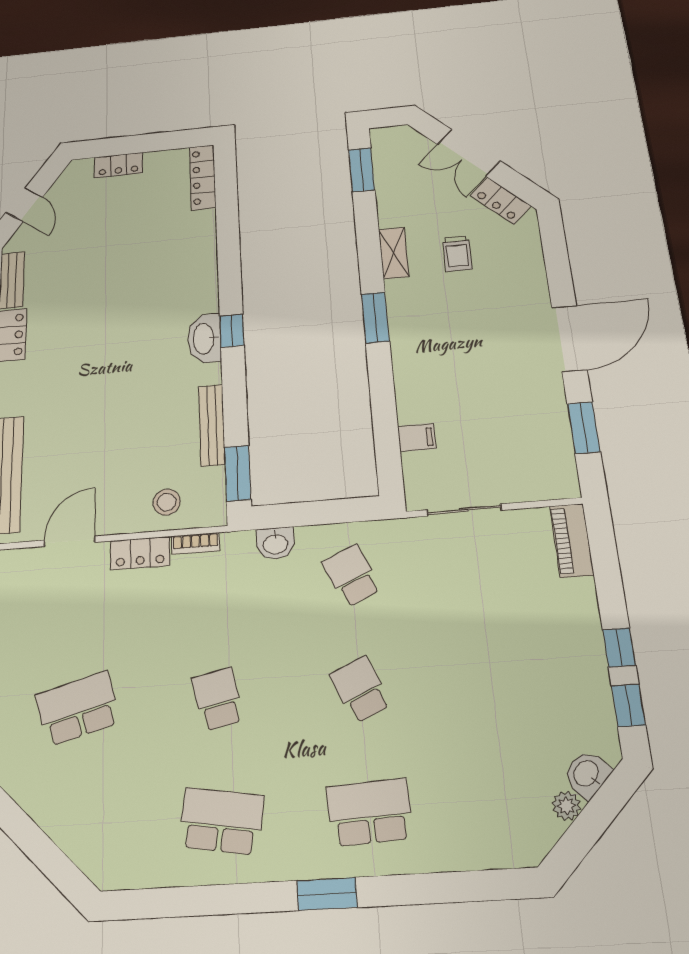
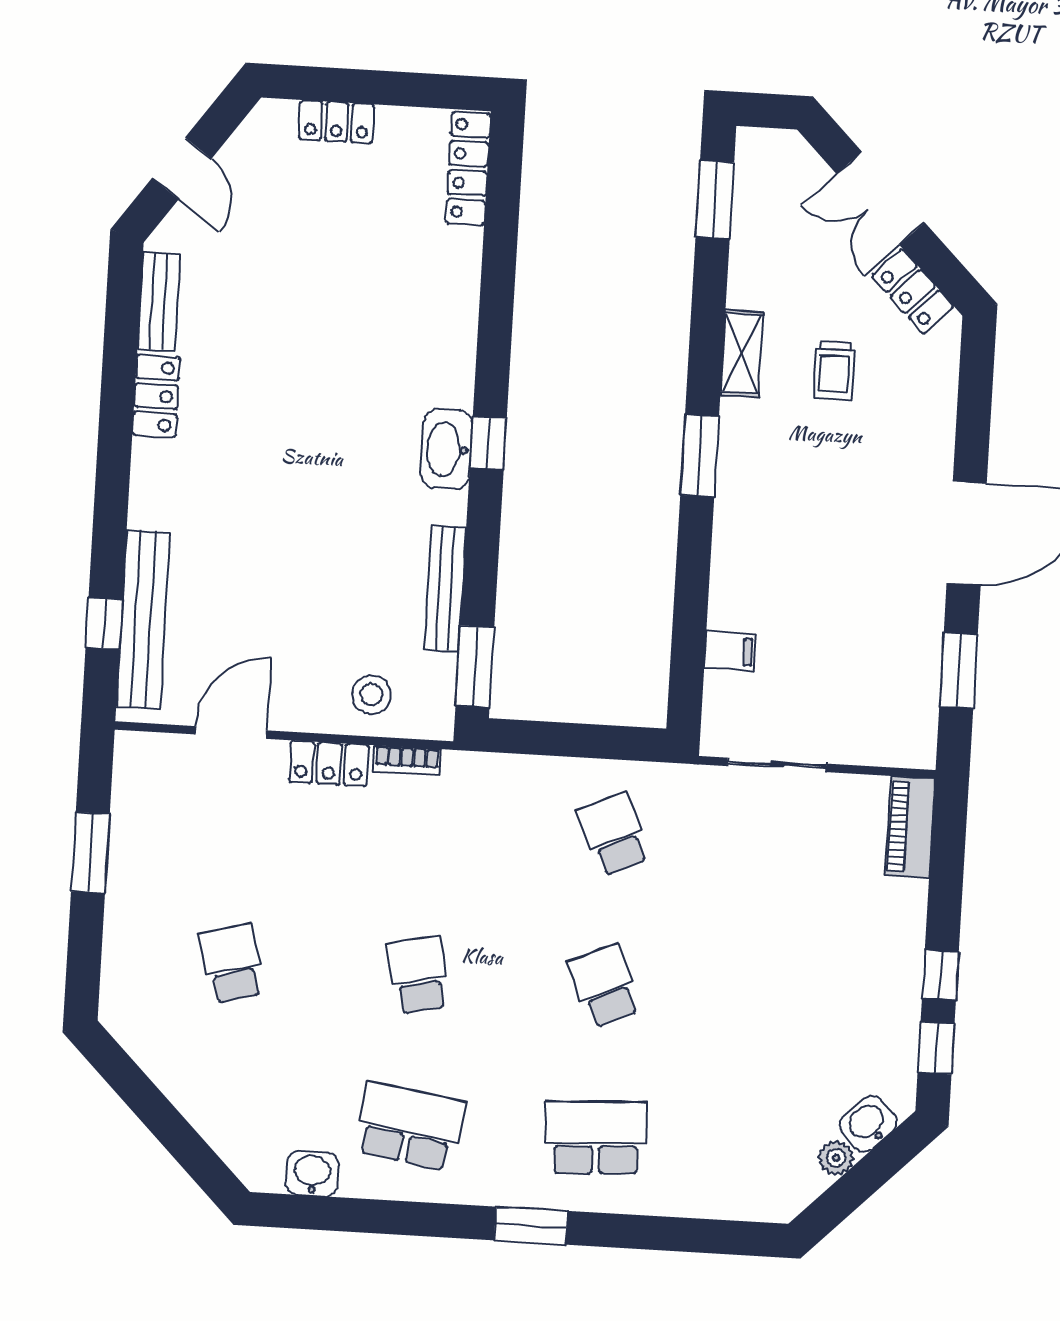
washbasin: (275, 543) -> (312, 1174), moved, turned 180
school desk: (78, 708) -> (232, 964), width x0.54

